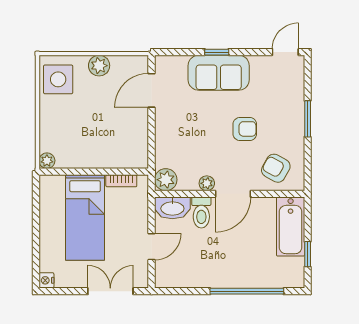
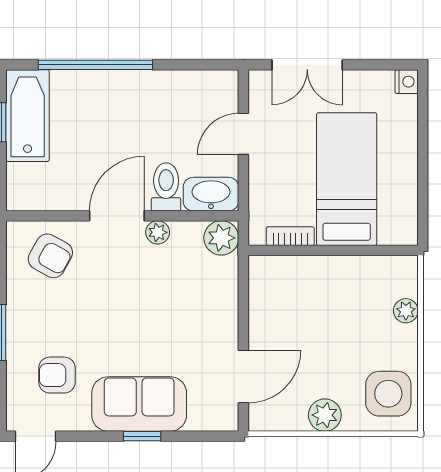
armchair: (245, 129) -> (57, 375), moved
plant: (47, 161) -> (406, 311), moved
bathtub: (291, 227) -> (28, 116), moved

